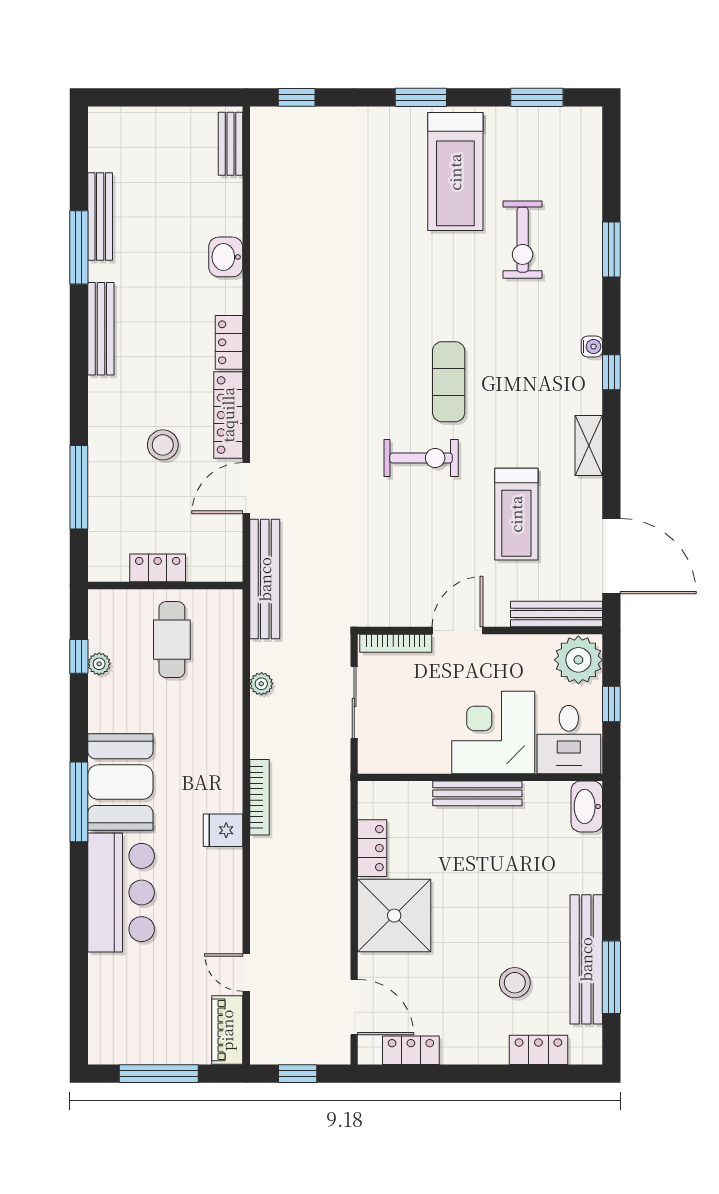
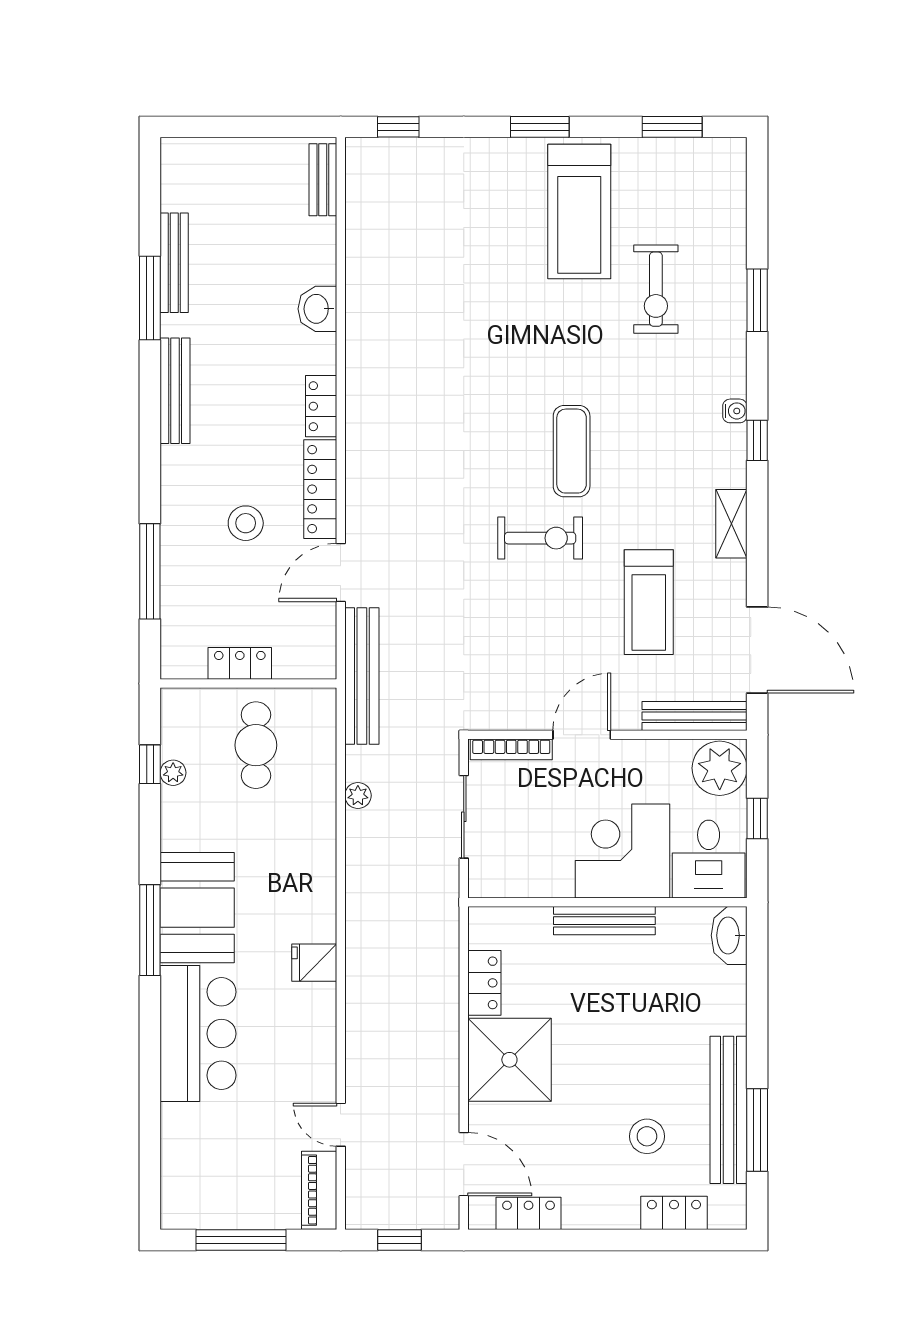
bookcase: (259, 797) -> (356, 925), removed

